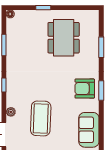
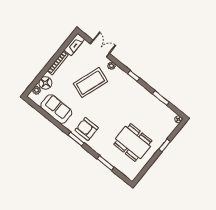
armchair: (85, 89) -> (87, 129), turned -90
coffee table: (41, 118) -> (91, 82), turned -73

